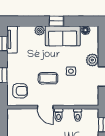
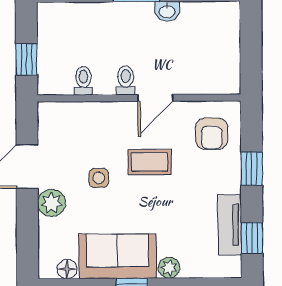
tv unit: (12, 39) -> (230, 225), moved
armchair: (20, 91) -> (212, 134), turned -90
door: (45, 107) -> (155, 98), swing flipped

